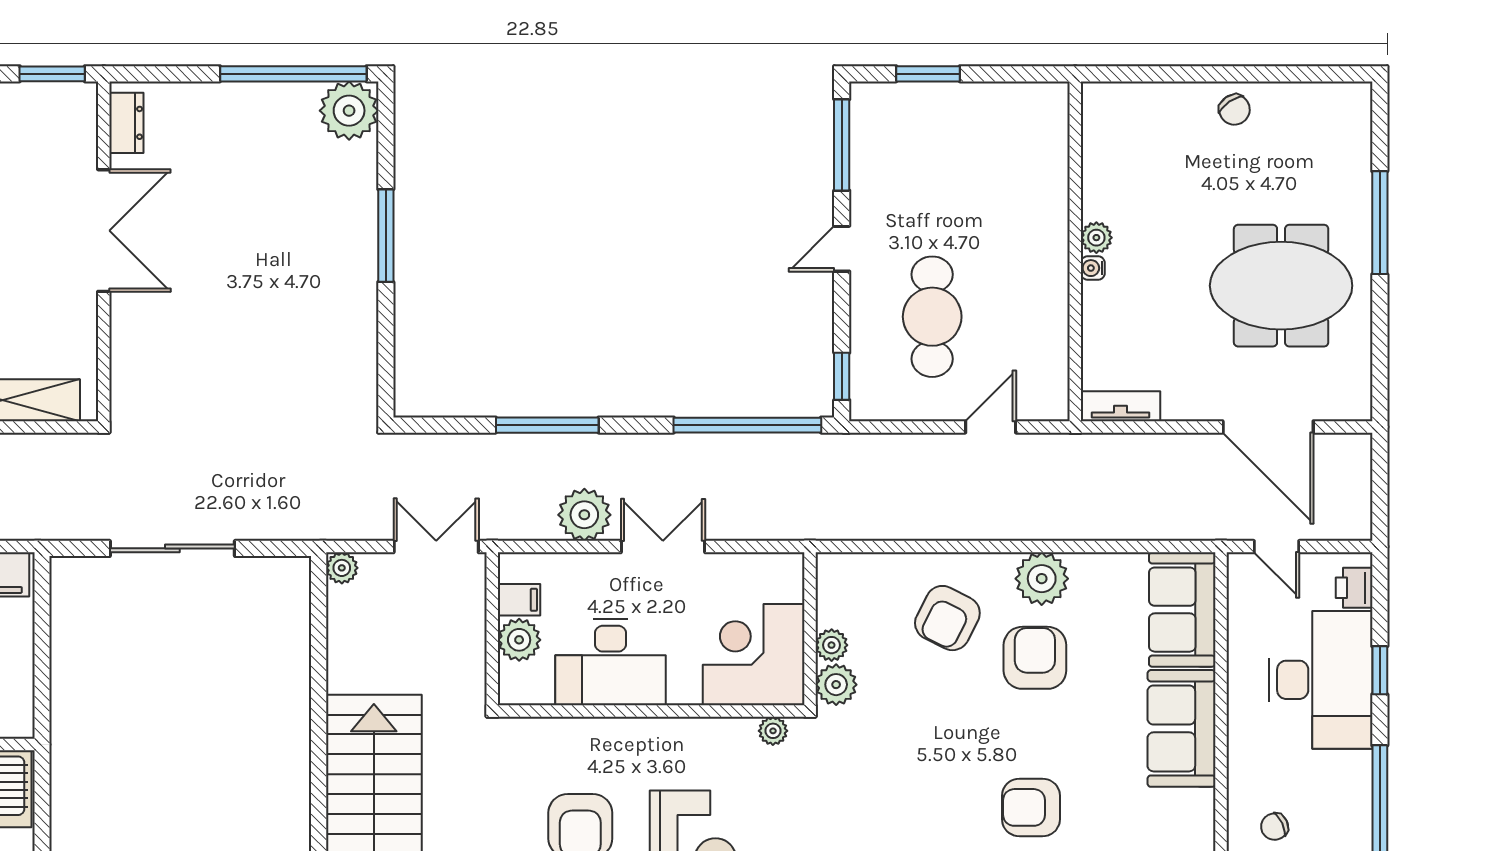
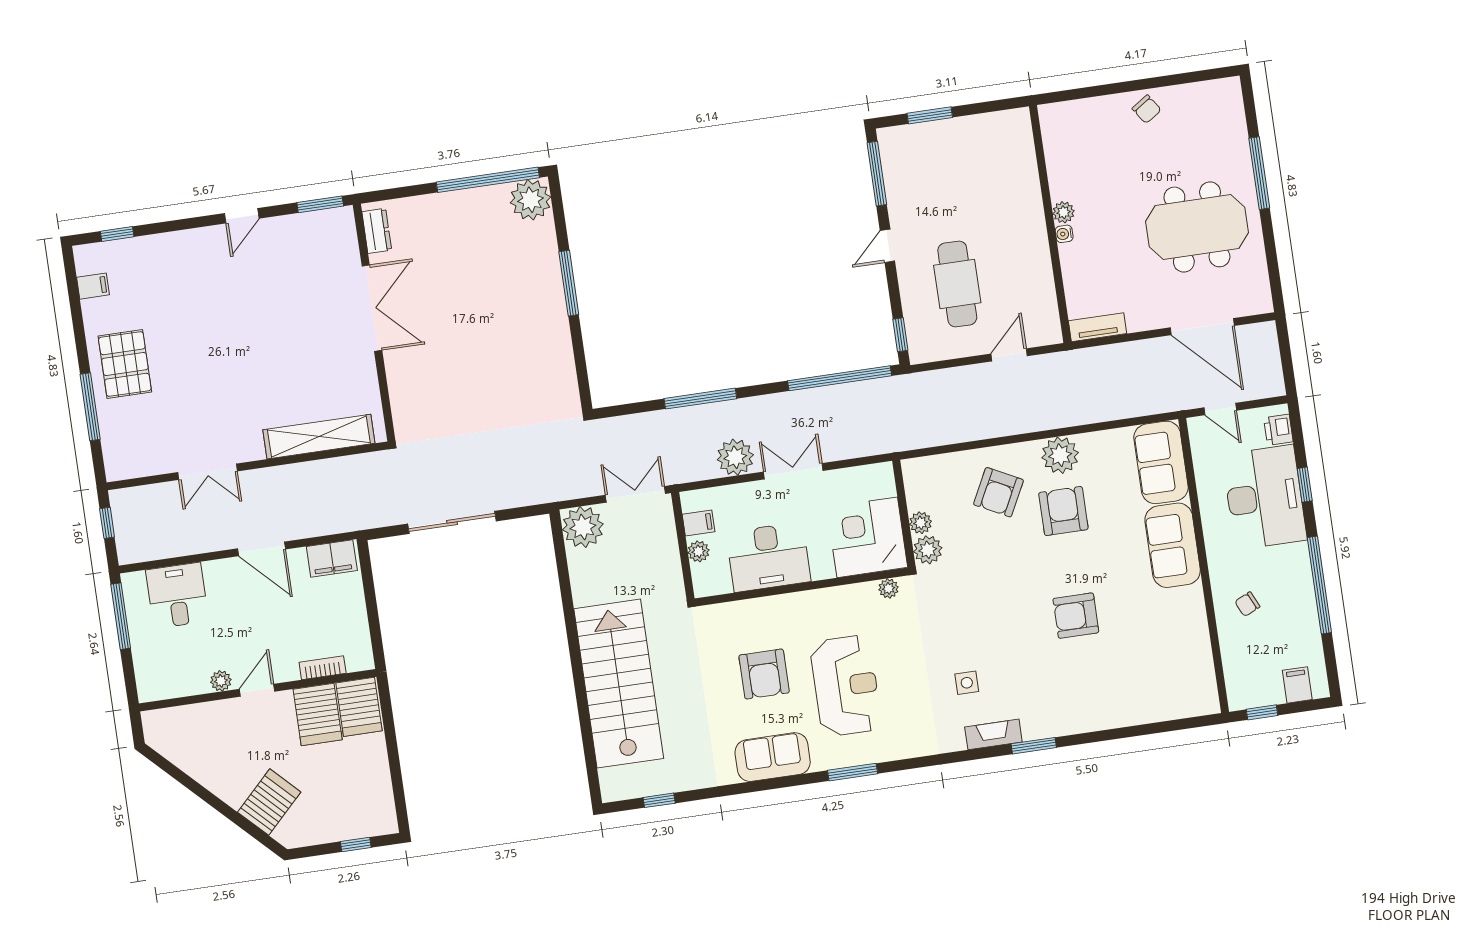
plant: (342, 568) -> (583, 527), width x1.88, depth x1.88
plant: (519, 640) -> (699, 551), width x0.73, depth x0.73

